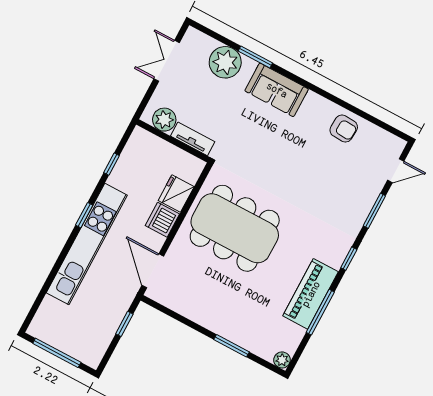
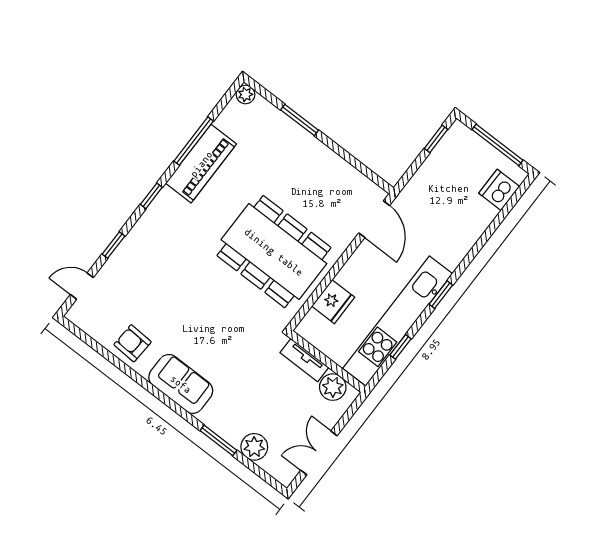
double door: (167, 61) -> (319, 453), swing flipped
plant: (225, 62) -> (254, 447), width x0.73, depth x0.73
sofa: (277, 90) -> (181, 384), moved
window: (374, 211) -> (113, 245), width x0.67
dishwasher: (162, 220) -> (499, 190), moved, turned 180
kitchen unit: (87, 244) -> (398, 321), moved
window: (124, 324) -> (436, 139), moved

